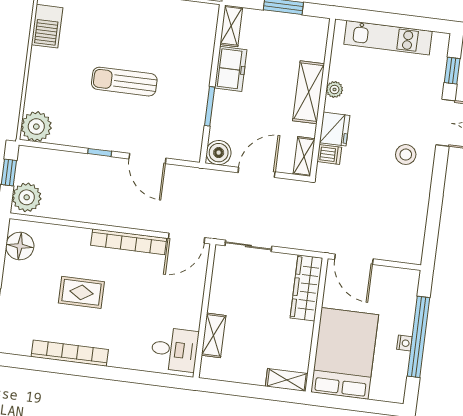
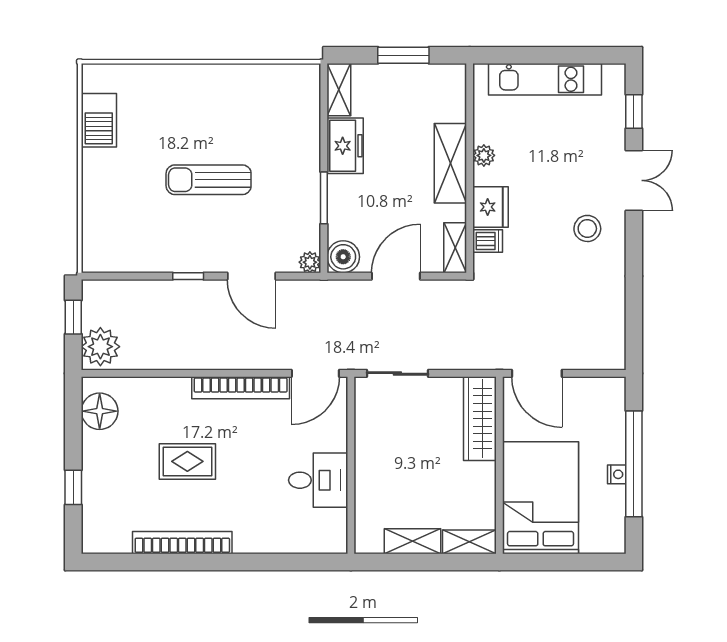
plant: (36, 127) -> (310, 262), moved, width x0.53, depth x0.53
shelving: (214, 335) -> (412, 541), moved, turned 90
desk: (175, 350) -> (318, 480), moved

